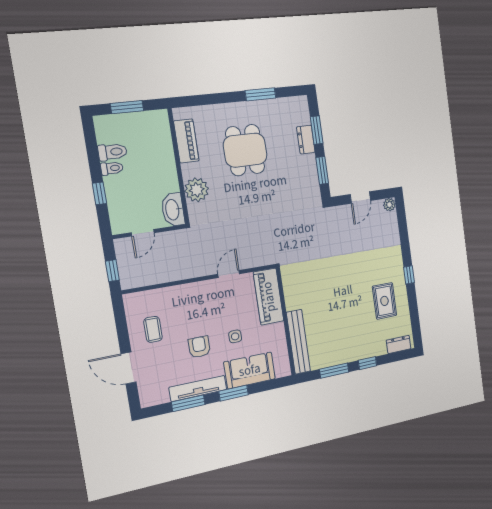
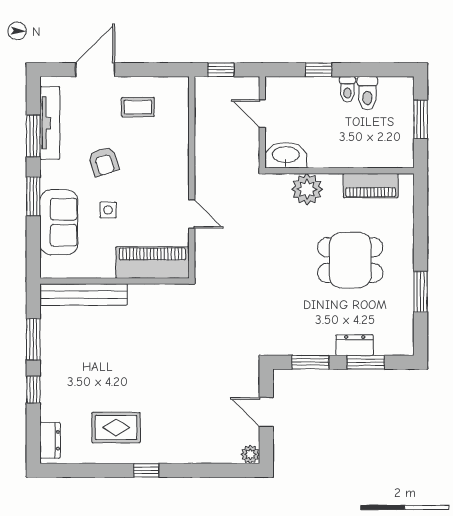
armchair: (199, 347) -> (104, 161), turned 72
tv unit: (198, 388) -> (50, 123), moved

